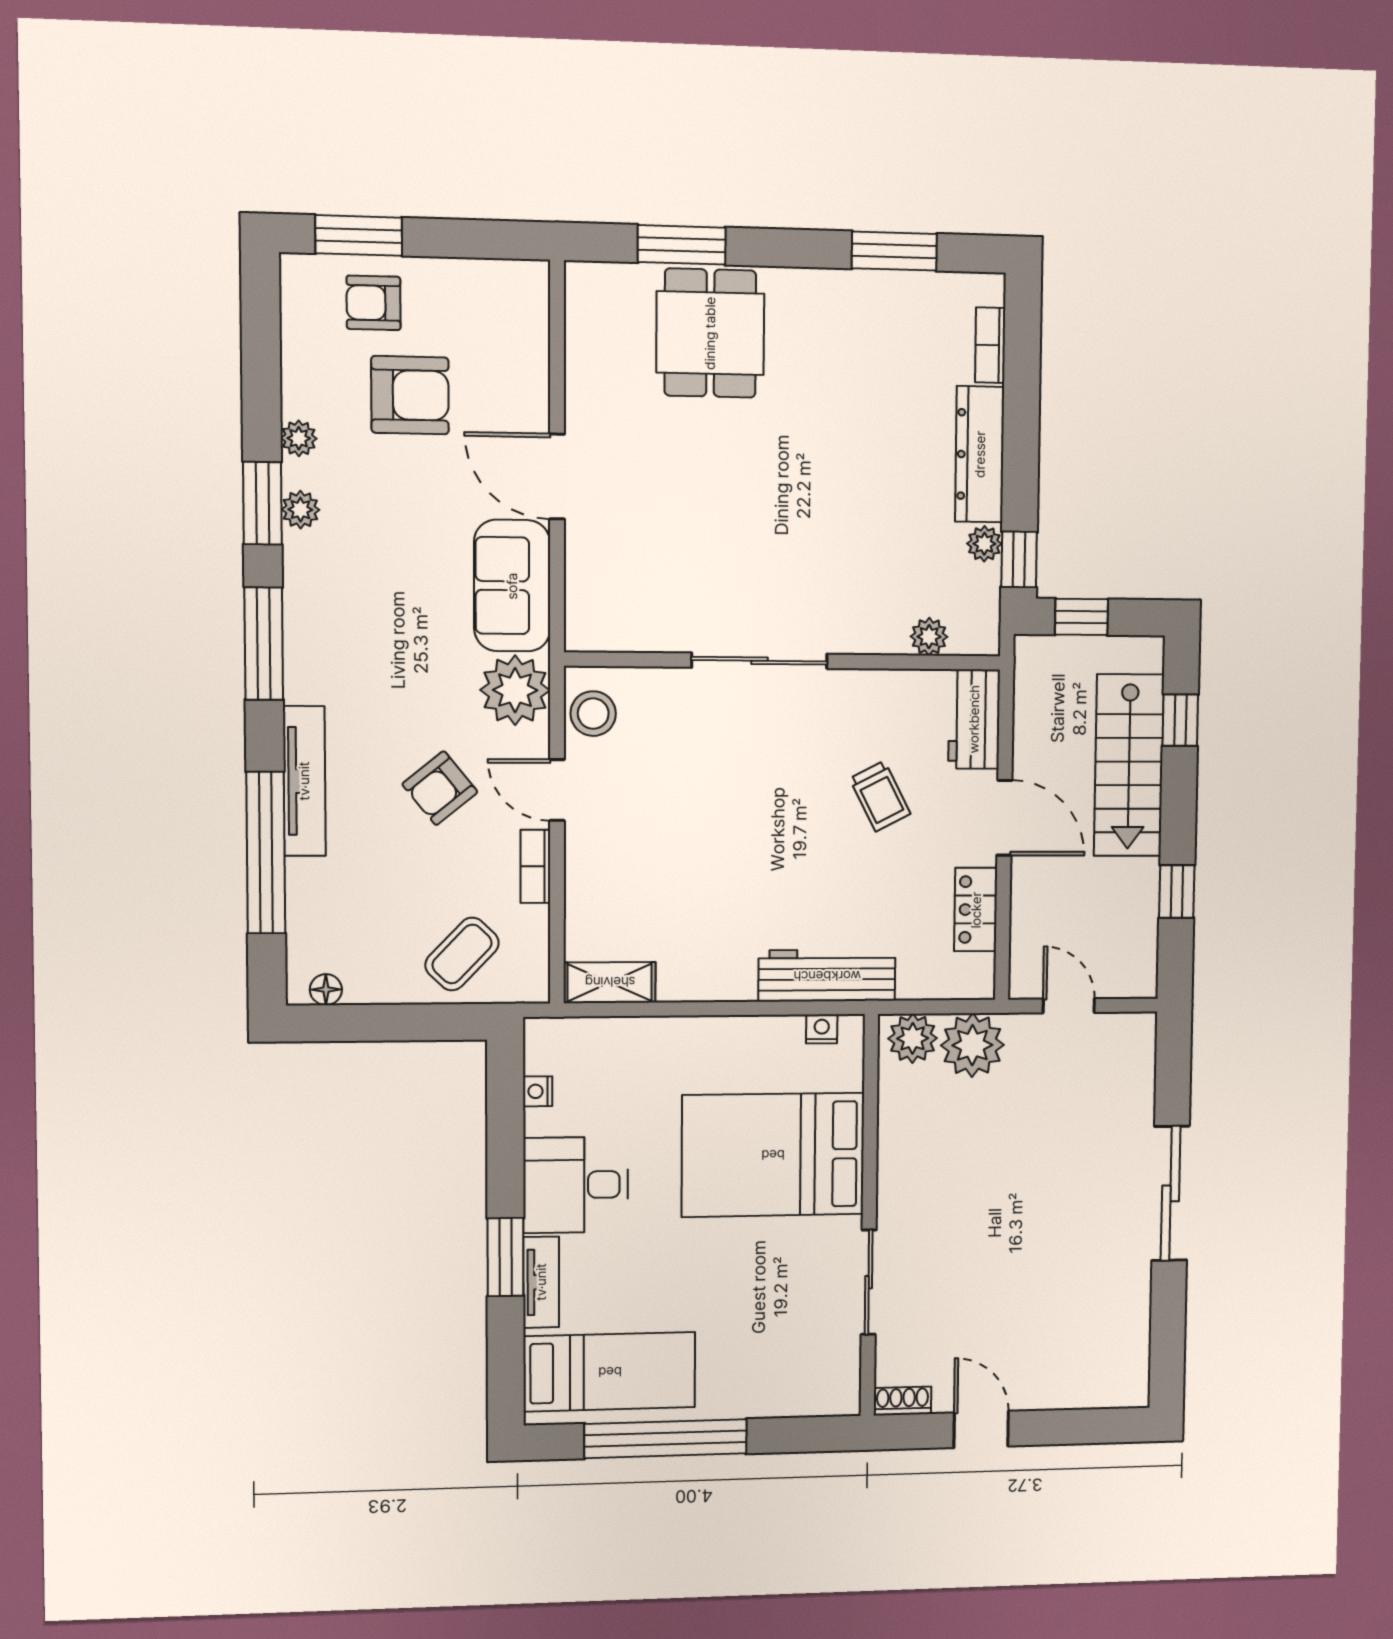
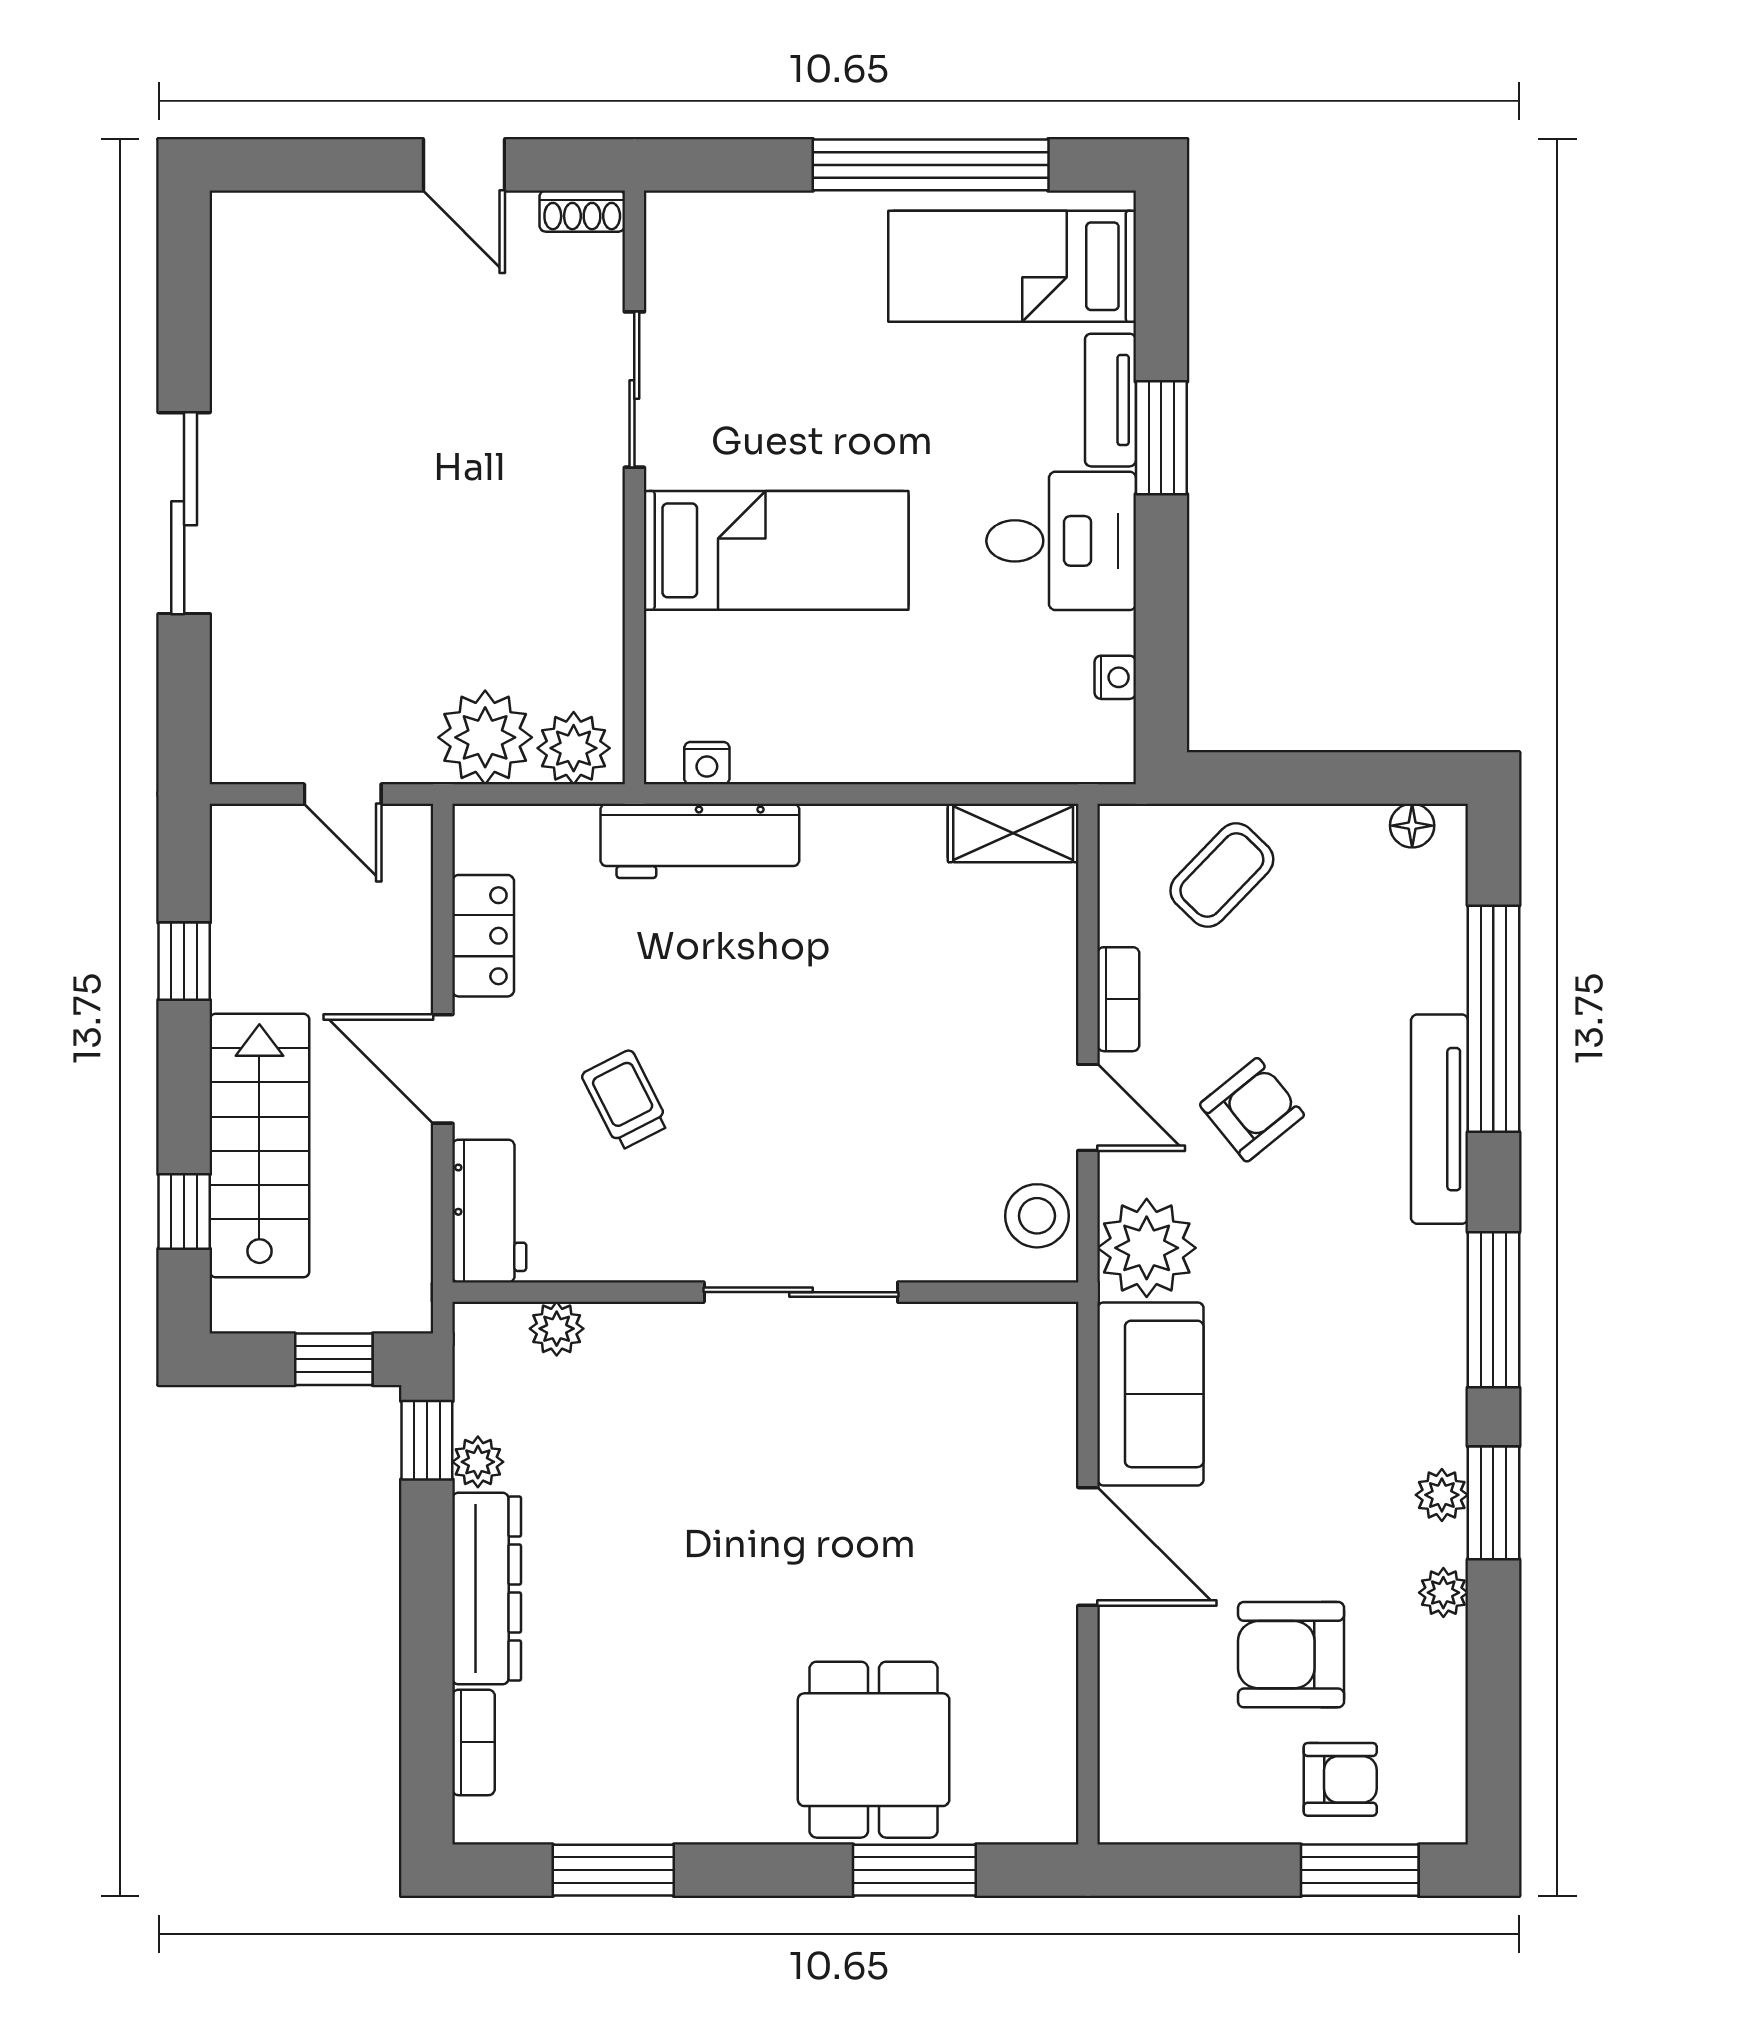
bed: (773, 1155) -> (776, 550), width x0.67

